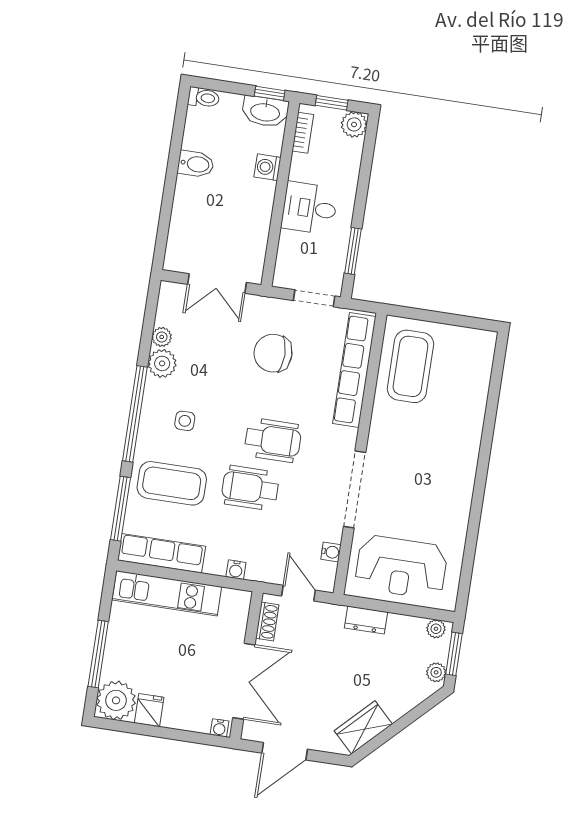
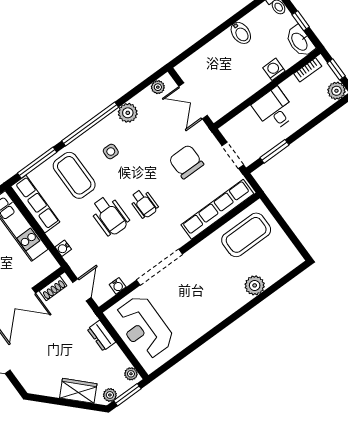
window: (270, 93) -> (301, 21), moved
plant: (162, 337) -> (158, 87), moved
plant: (472, 410) -> (255, 285), added
wheelchair: (273, 440) -> (144, 204), width x0.73, depth x0.73
wheelchair: (250, 488) -> (110, 216), turned 180
wardrobe: (363, 727) -> (78, 391), moved

